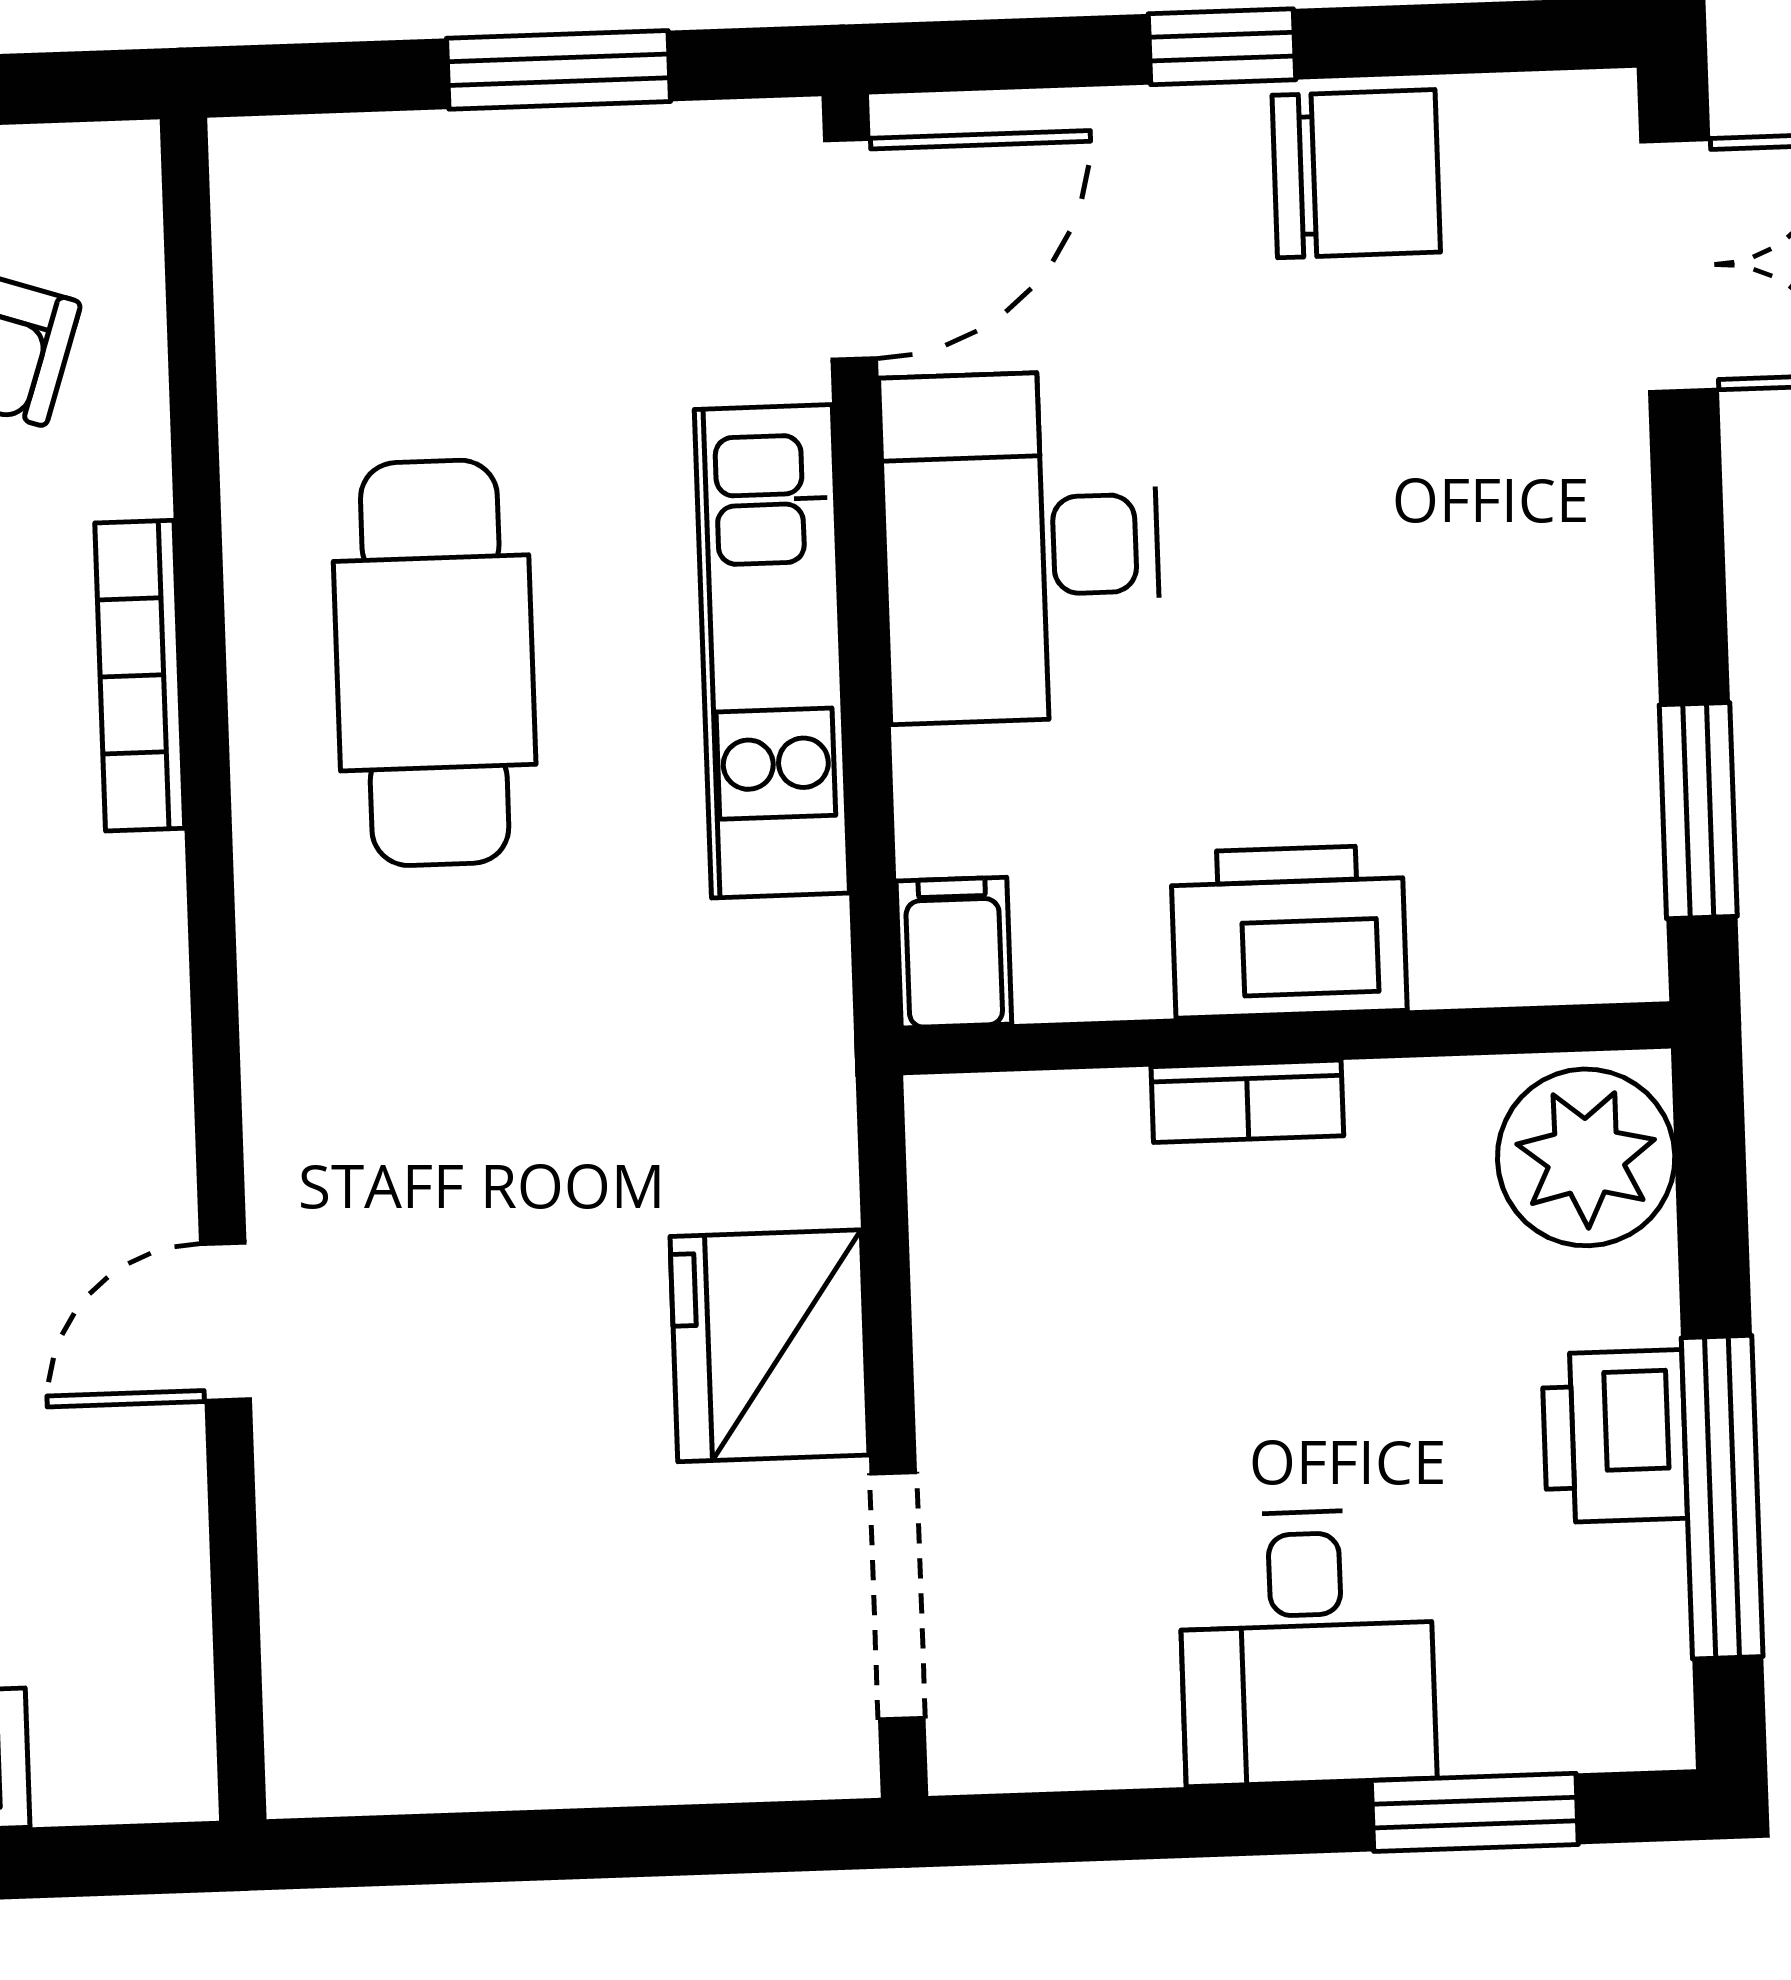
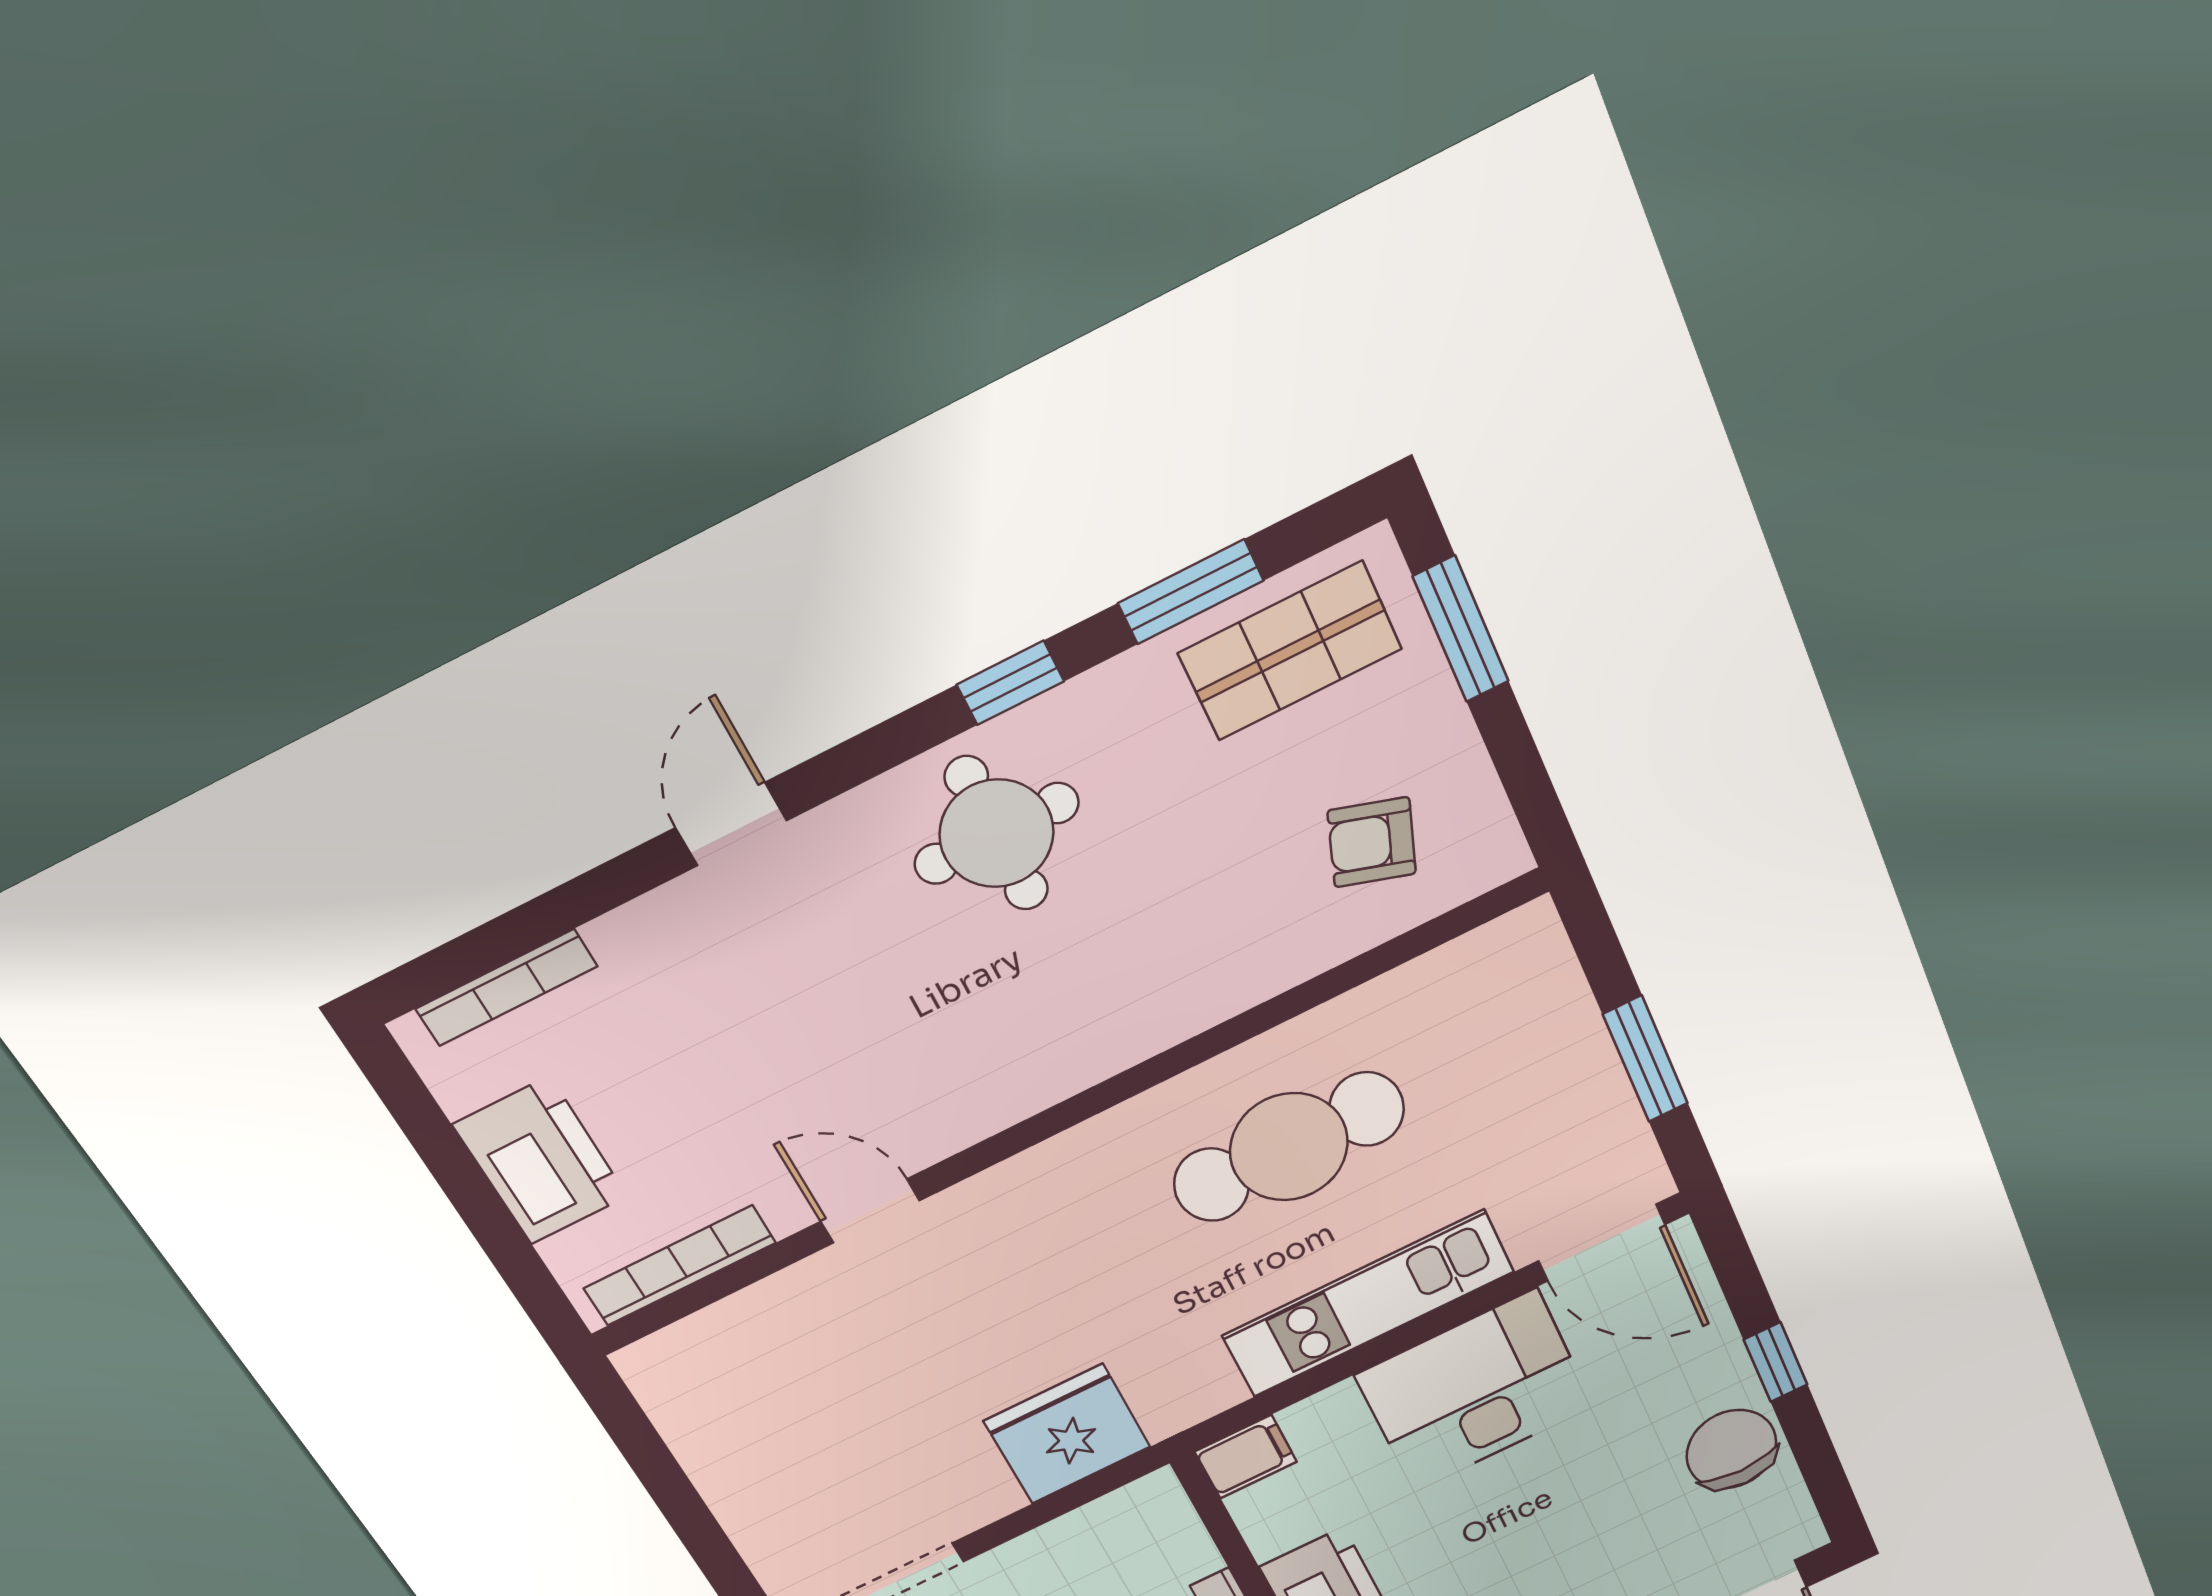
chair: (1356, 174) -> (1731, 1449), turned 180
bookcase: (140, 676) -> (680, 1266), moved
fridge: (769, 1346) -> (1067, 1434), moved

